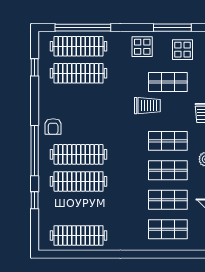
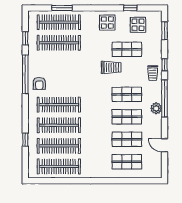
window: (83, 28) -> (62, 8), width x0.47
window: (172, 28) -> (130, 8), width x0.46
window: (35, 151) -> (25, 74), moved
clothes rail: (79, 208) -> (59, 146), added

